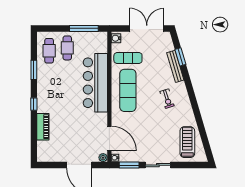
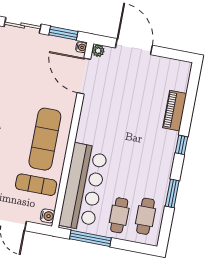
bar counter: (95, 83) -> (83, 187), moved

